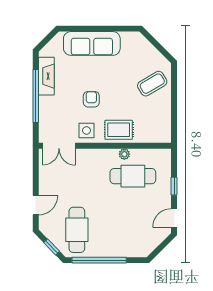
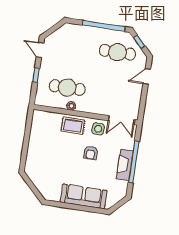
fireplace: (46, 76) -> (125, 165), moved
coffee table: (152, 84) -> (41, 158), removed
double door: (59, 146) -> (121, 120), swing flipped
door: (174, 218) -> (40, 50), swing flipped
cafe table: (77, 230) -> (117, 52), turned 90

